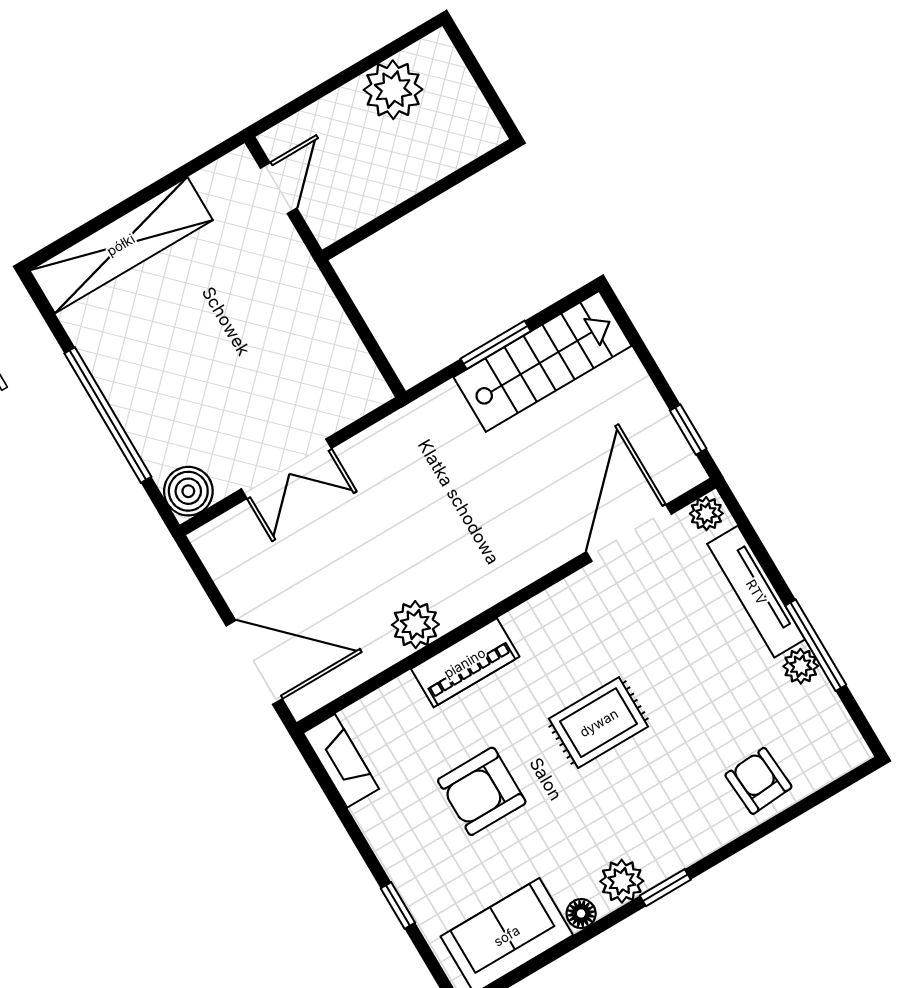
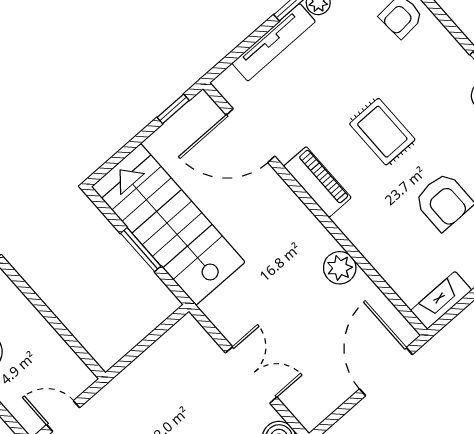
stairs: (542, 361) -> (168, 224), width x1.36, depth x1.51
plant: (706, 514) -> (227, 86), removed
piano: (465, 663) -> (317, 182), moved

